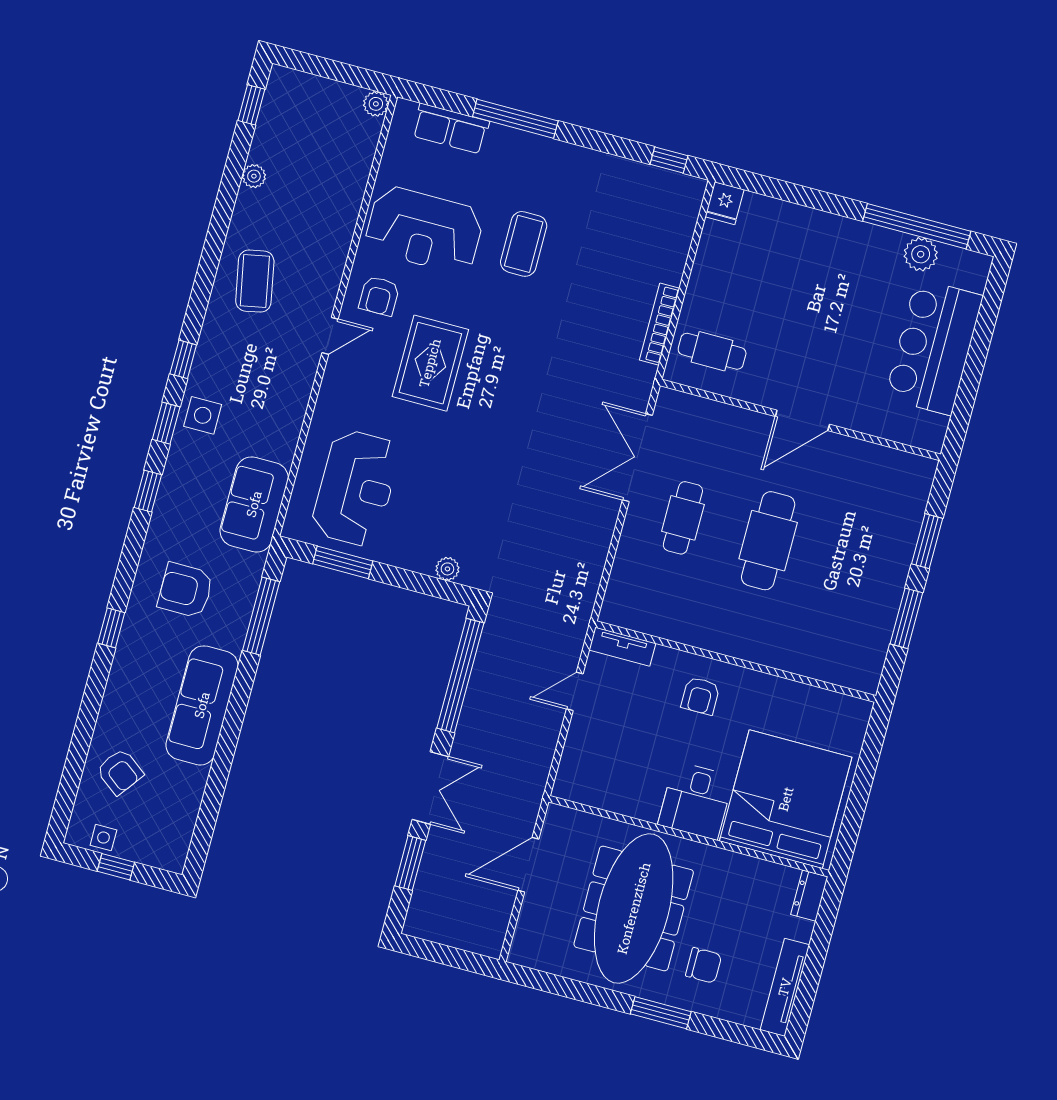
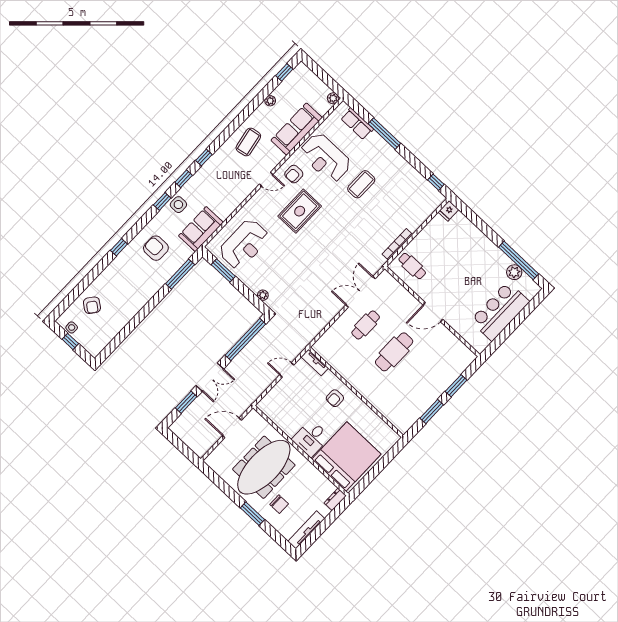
side table: (203, 415) -> (178, 205), moved
sofa: (202, 705) -> (297, 129), moved

